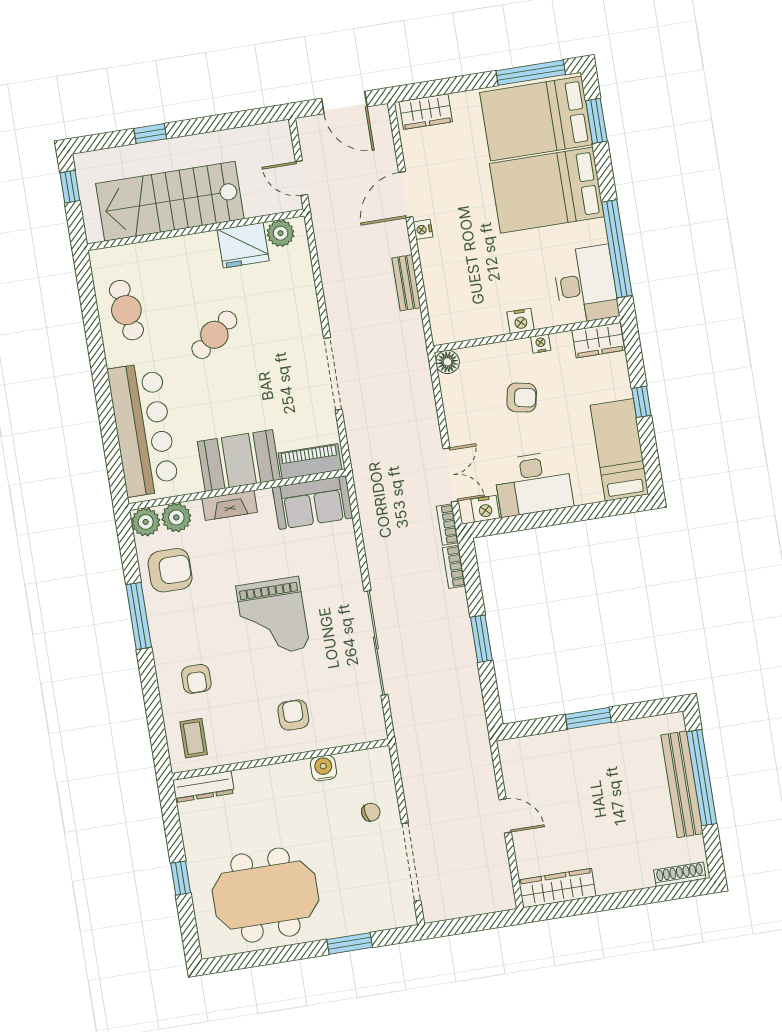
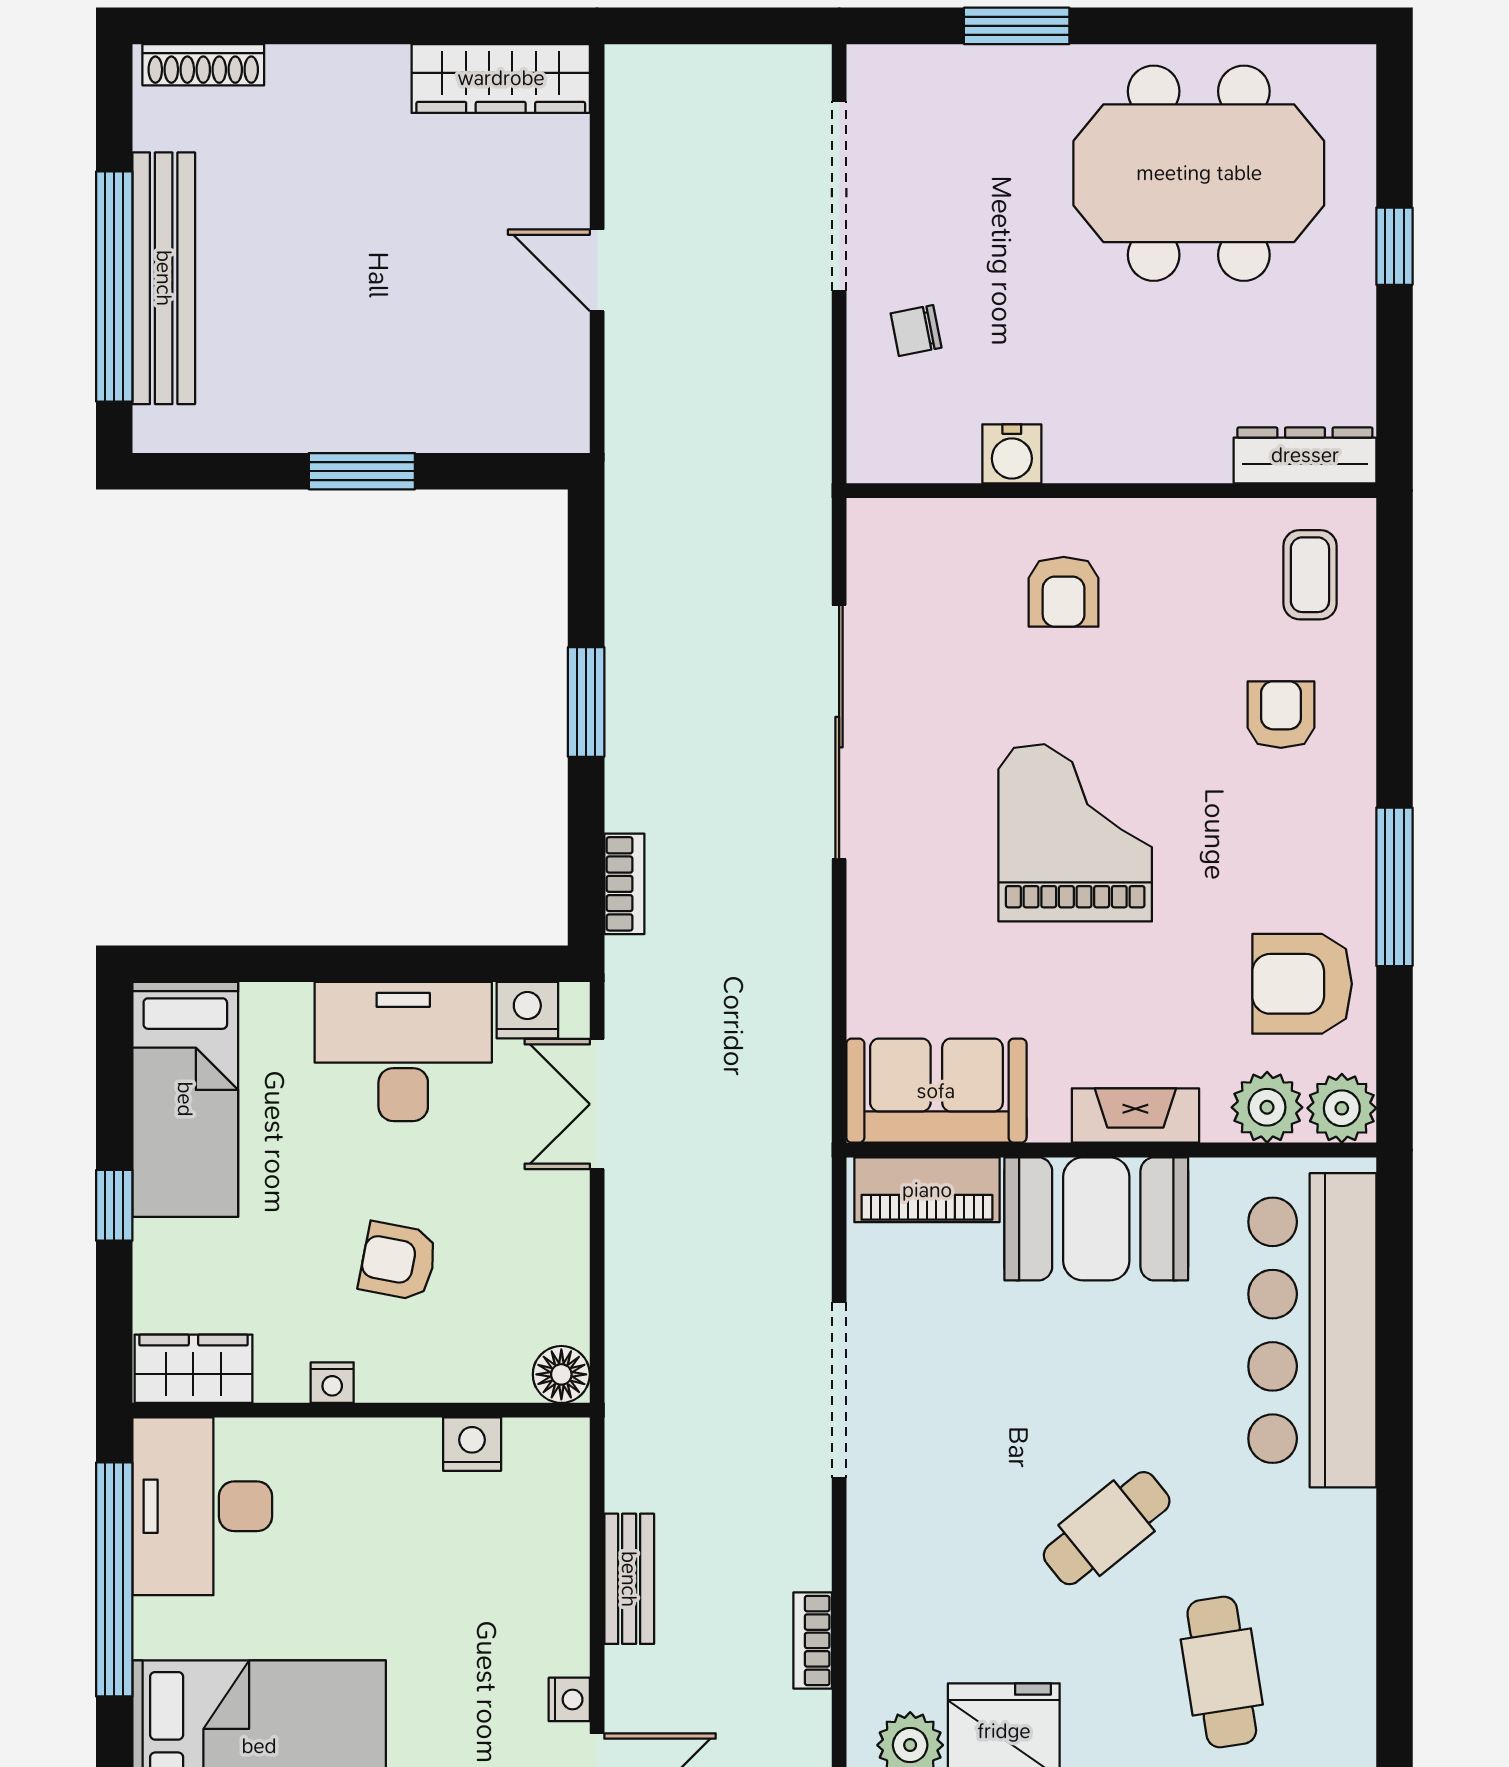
cafe table: (126, 310) -> (1222, 1672), moved
nightstand: (521, 321) -> (472, 1444), moved
bookcase: (447, 524) -> (813, 1640), moved, turned 180

